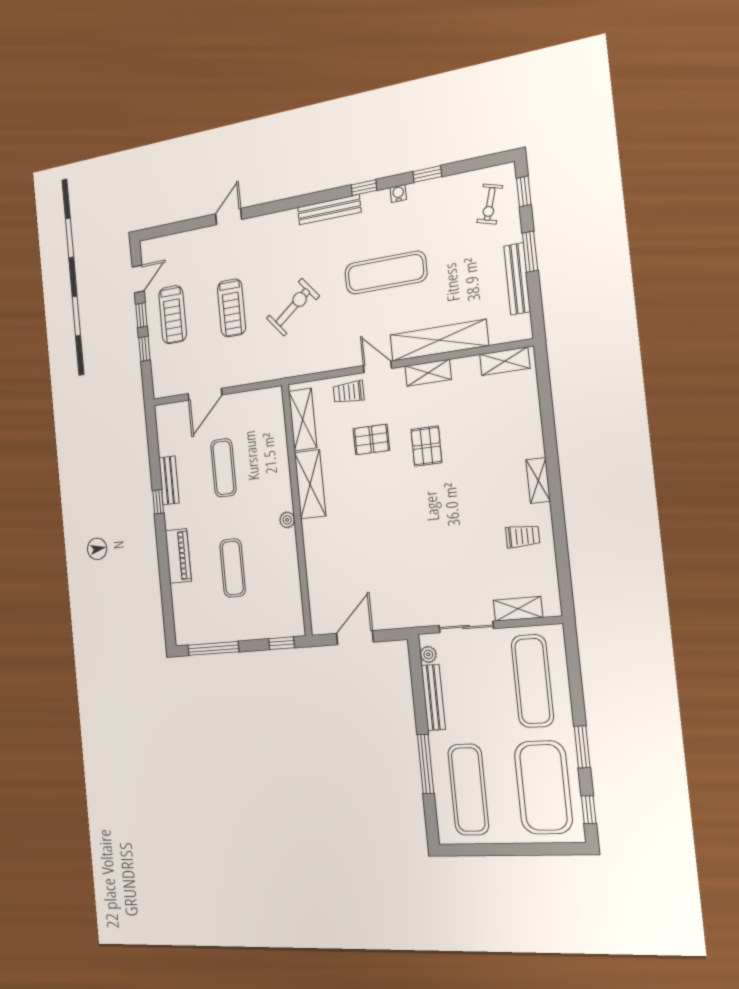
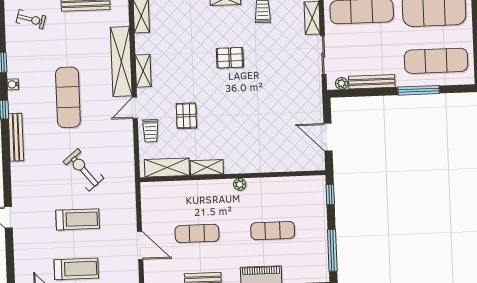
pallet: (426, 446) -> (230, 58), moved
shelving: (310, 484) -> (207, 167), width x0.67, depth x0.75

